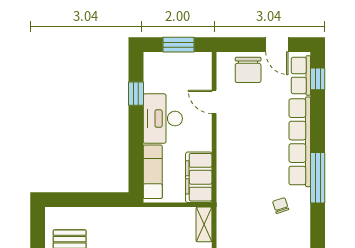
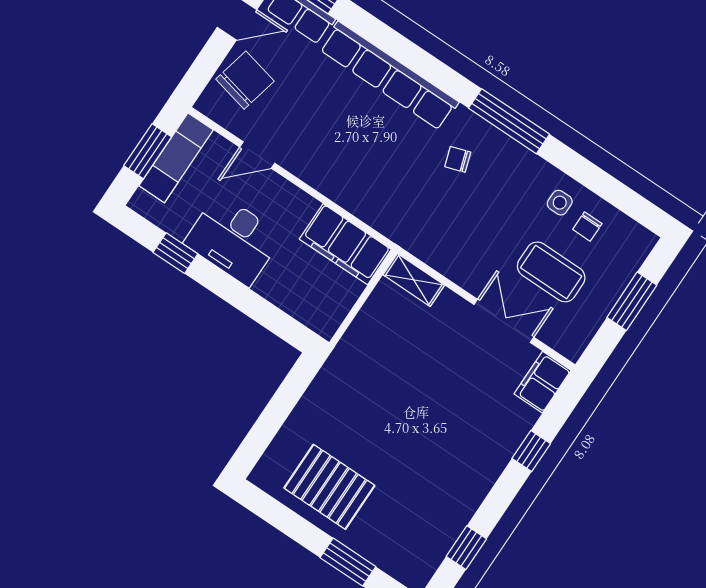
chair: (248, 70) -> (245, 80), turned -77
exam couch: (153, 172) -> (176, 158), moved, turned 90
window: (318, 178) -> (509, 121), moved

